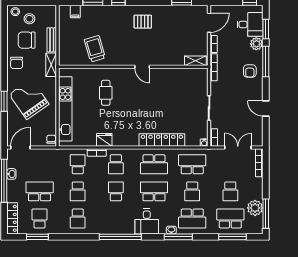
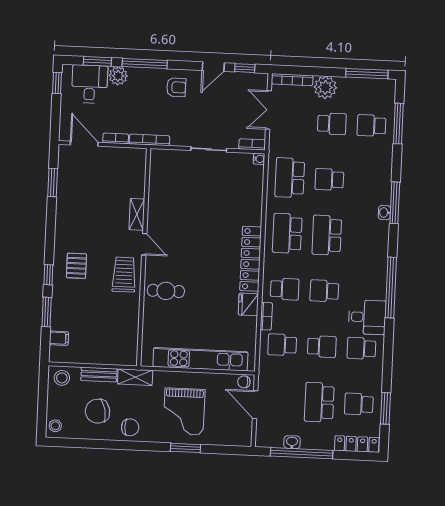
stool: (29, 19) -> (62, 378), moved
pallet: (143, 22) -> (76, 266), moved
chair: (27, 40) -> (98, 411), turned 78
trolley: (95, 49) -> (124, 275), moved, turned 106
shelving: (195, 61) -> (137, 214), moved
door: (142, 67) -> (144, 244), hinge flipped
armchair: (250, 71) -> (176, 87), moved
cafe table: (106, 93) -> (166, 291), moved
grand piano: (29, 99) -> (184, 412), turned -55
window: (266, 130) -> (245, 68), added
locker: (162, 140) -> (251, 259), moved
door: (20, 148) -> (255, 405), moved
school desk: (154, 164) -> (287, 233), turned 180
school desk: (192, 191) -> (329, 179), turned 180
plant: (255, 208) -> (325, 87), moved
school desk: (78, 219) -> (361, 348), turned 180
school desk: (192, 219) -> (369, 181), removed
school desk: (230, 219) -> (371, 126), width x0.54
desk: (147, 221) -> (367, 317), moved

